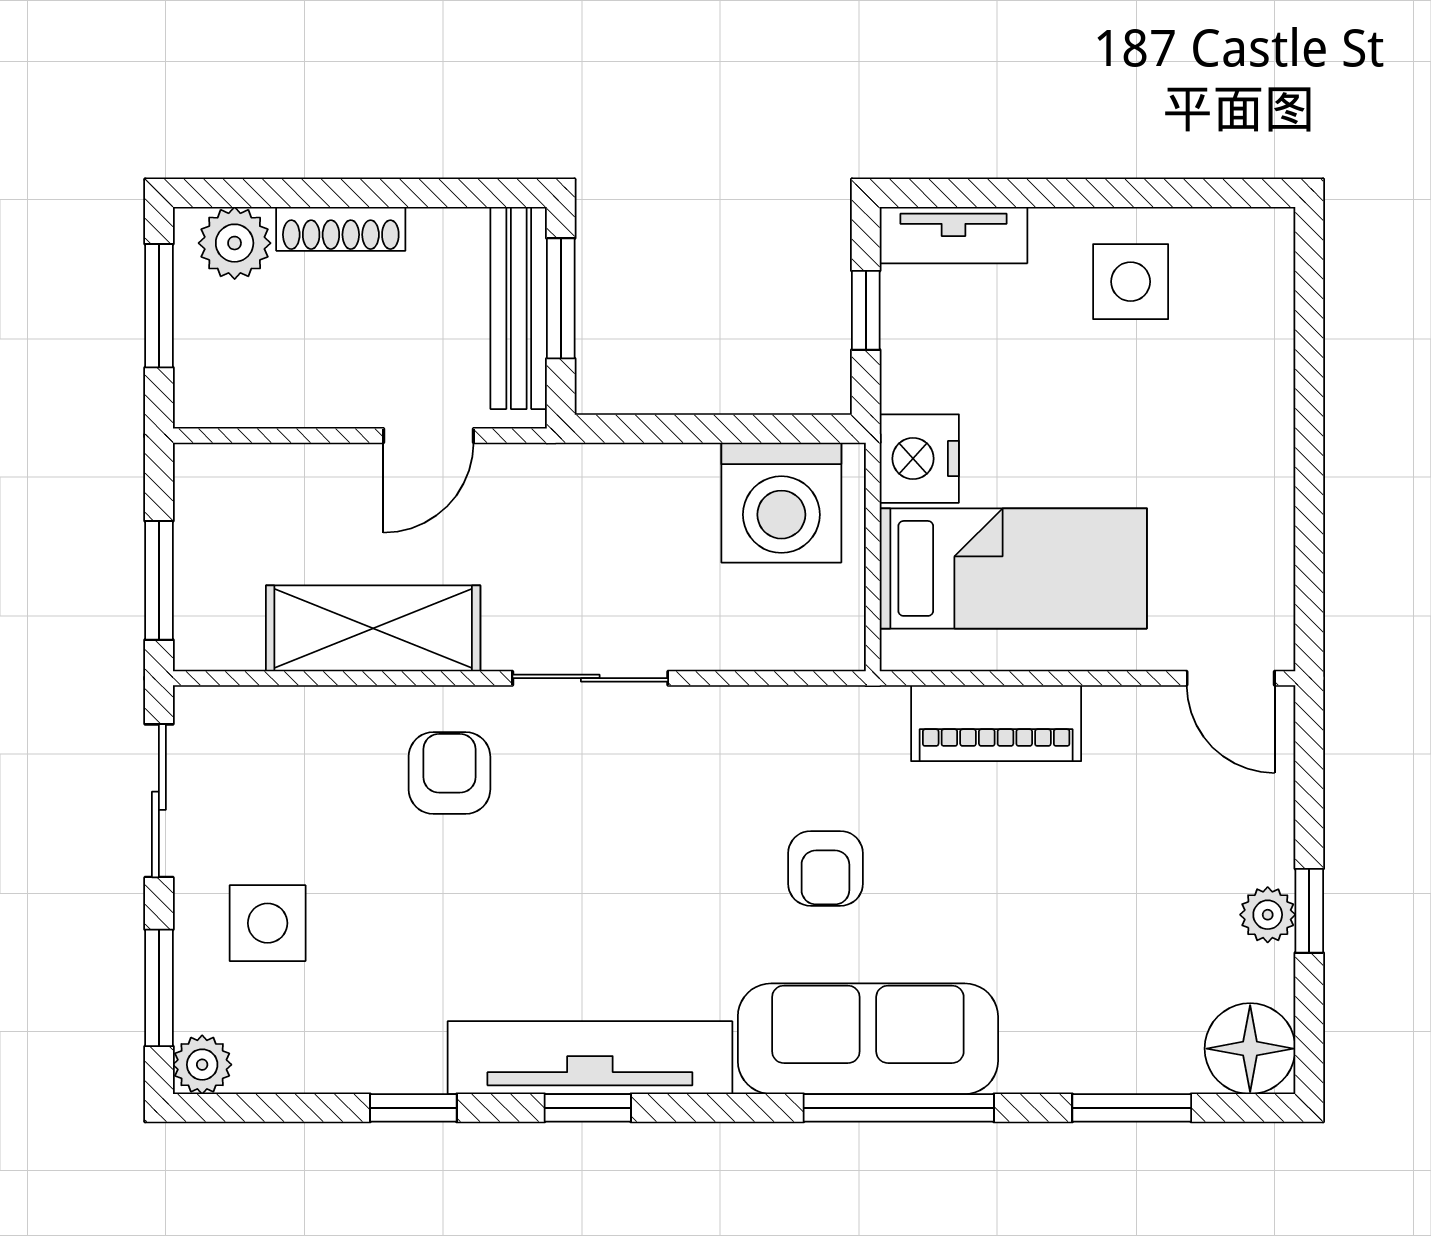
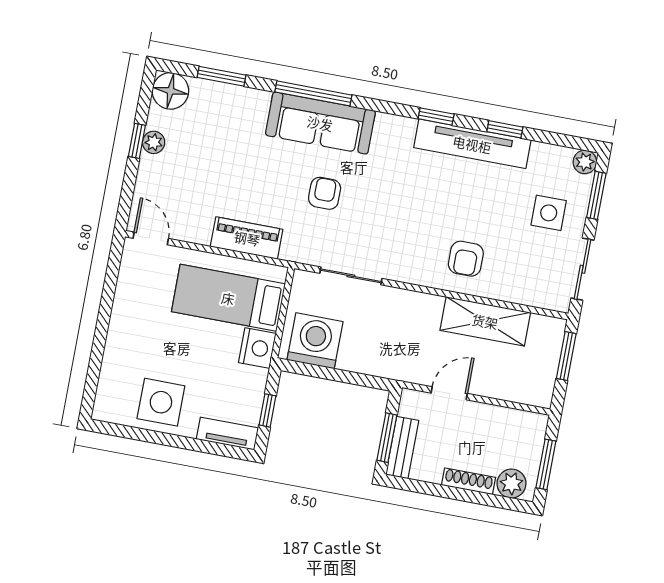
side table: (1131, 282) -> (161, 402), width x1.37, depth x1.37
bench: (519, 308) -> (402, 448), width x0.73
sliding door: (590, 678) -> (351, 276), moved
tv unit: (590, 1058) -> (472, 144), moved

